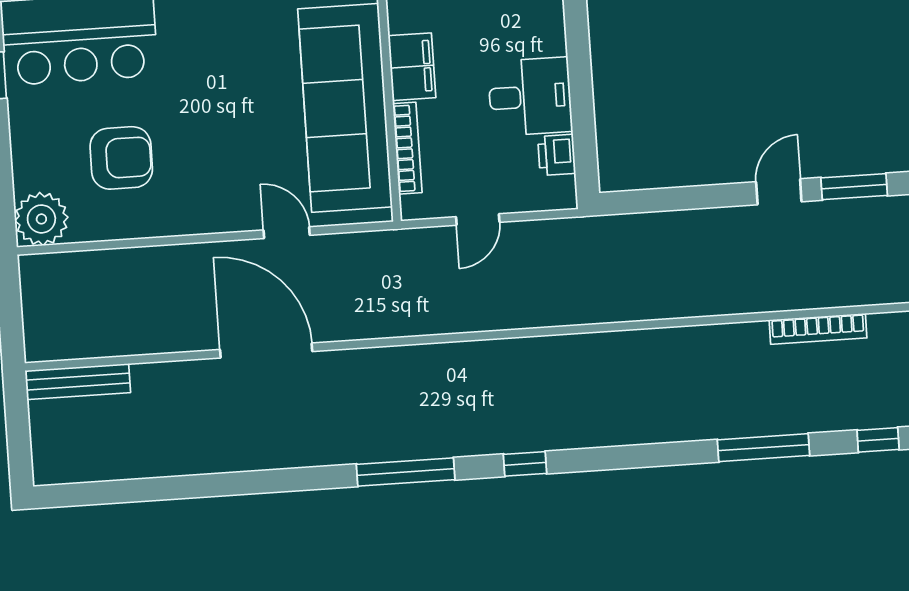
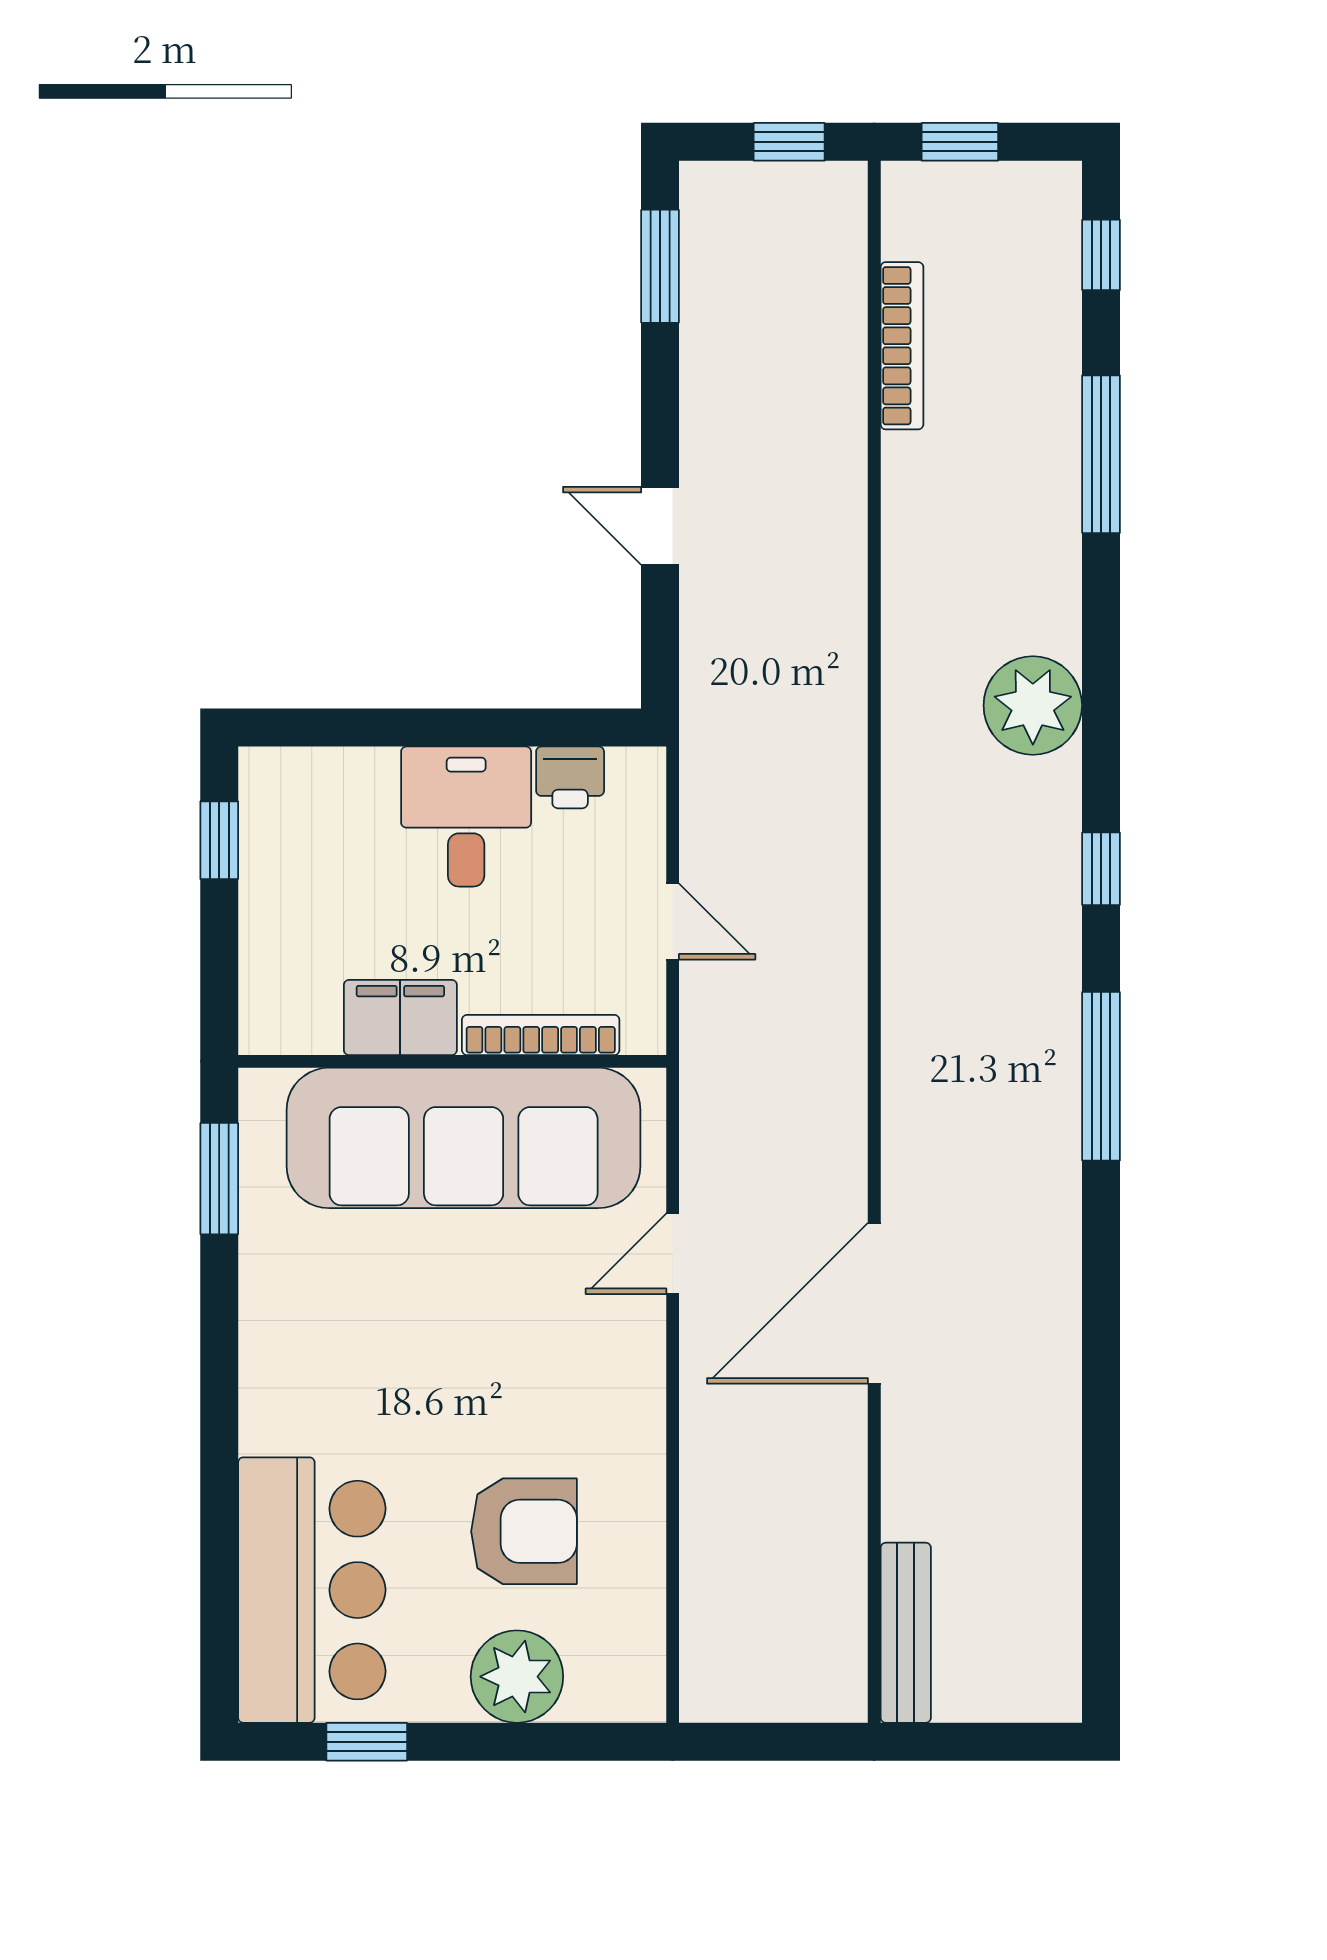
armchair: (121, 158) -> (524, 1531), turned 90
door: (779, 192) -> (660, 526), moved
plant: (41, 219) -> (517, 1677), moved
plant: (616, 418) -> (1033, 705), added

